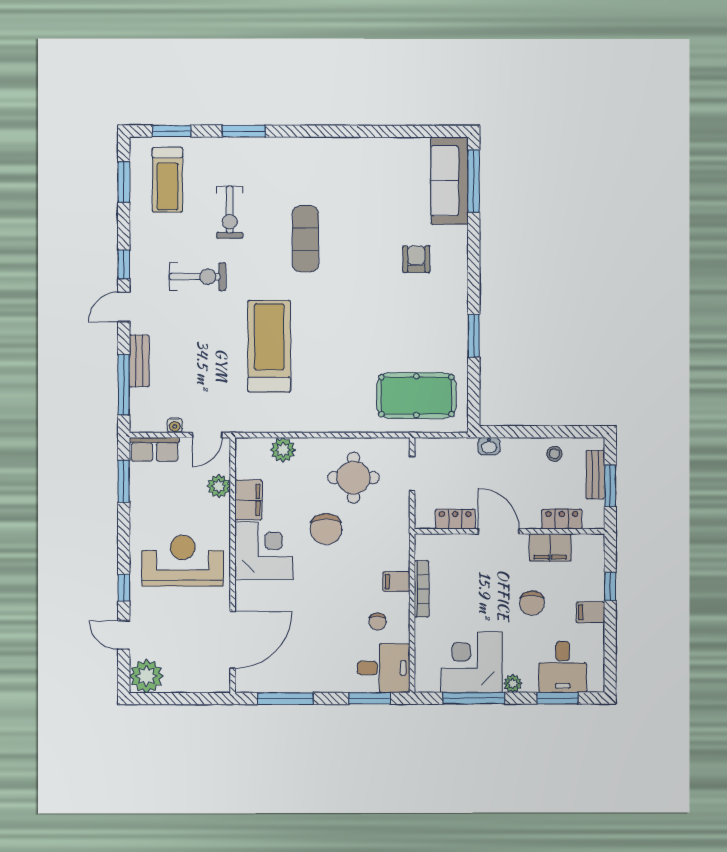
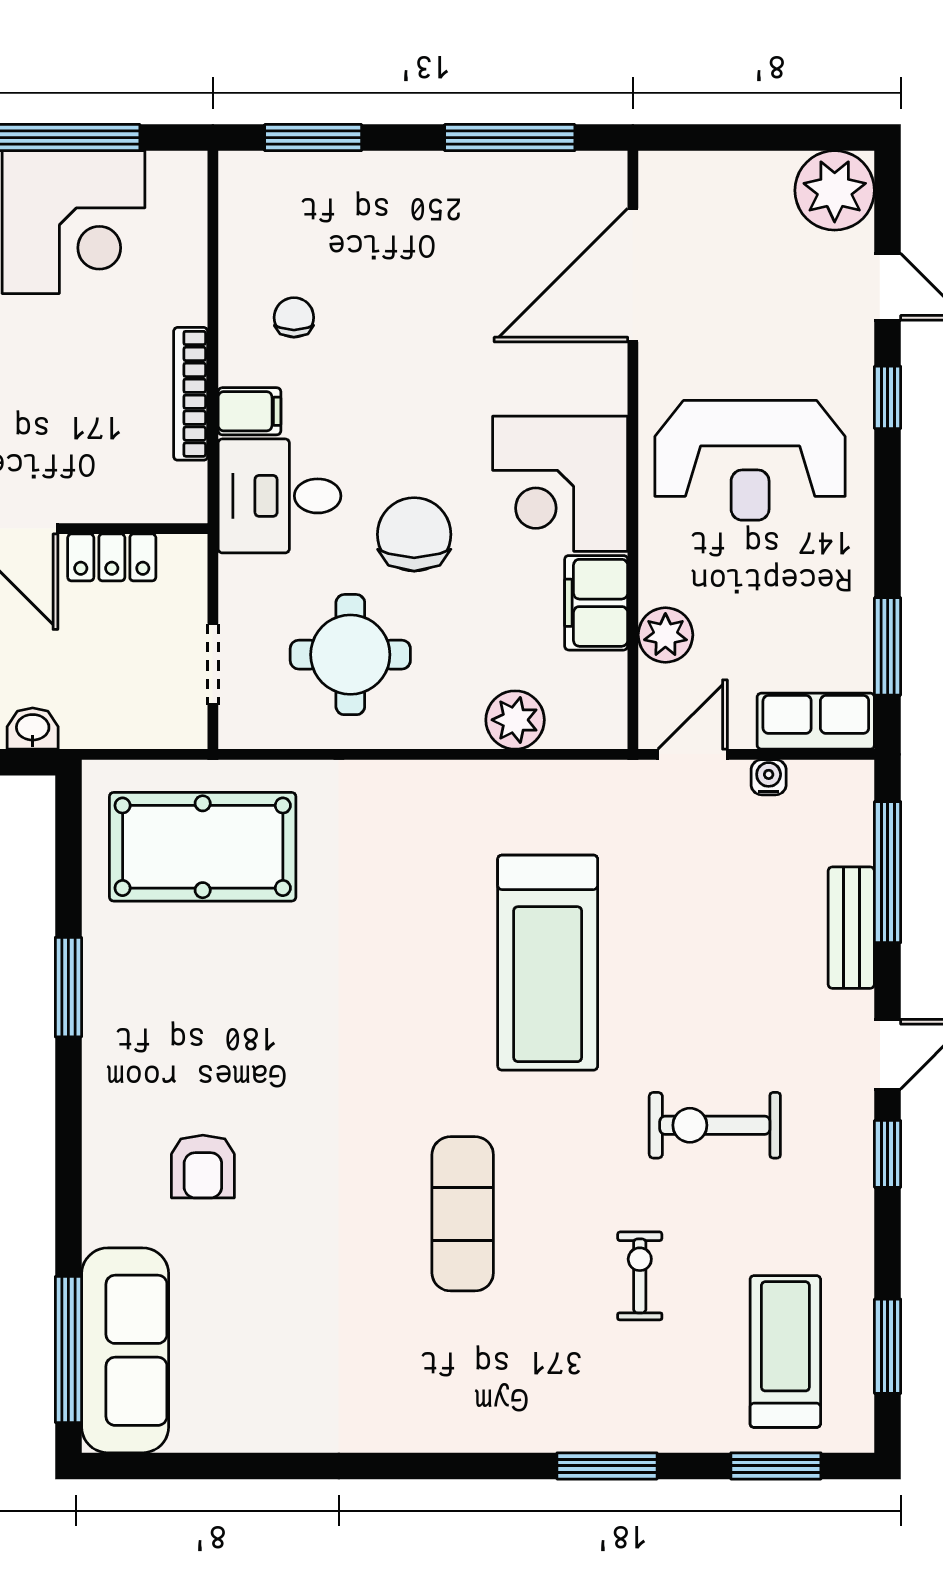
exercise bike: (230, 212) -> (640, 1276), width x0.73, depth x0.72
desk: (384, 668) -> (280, 496), moved

